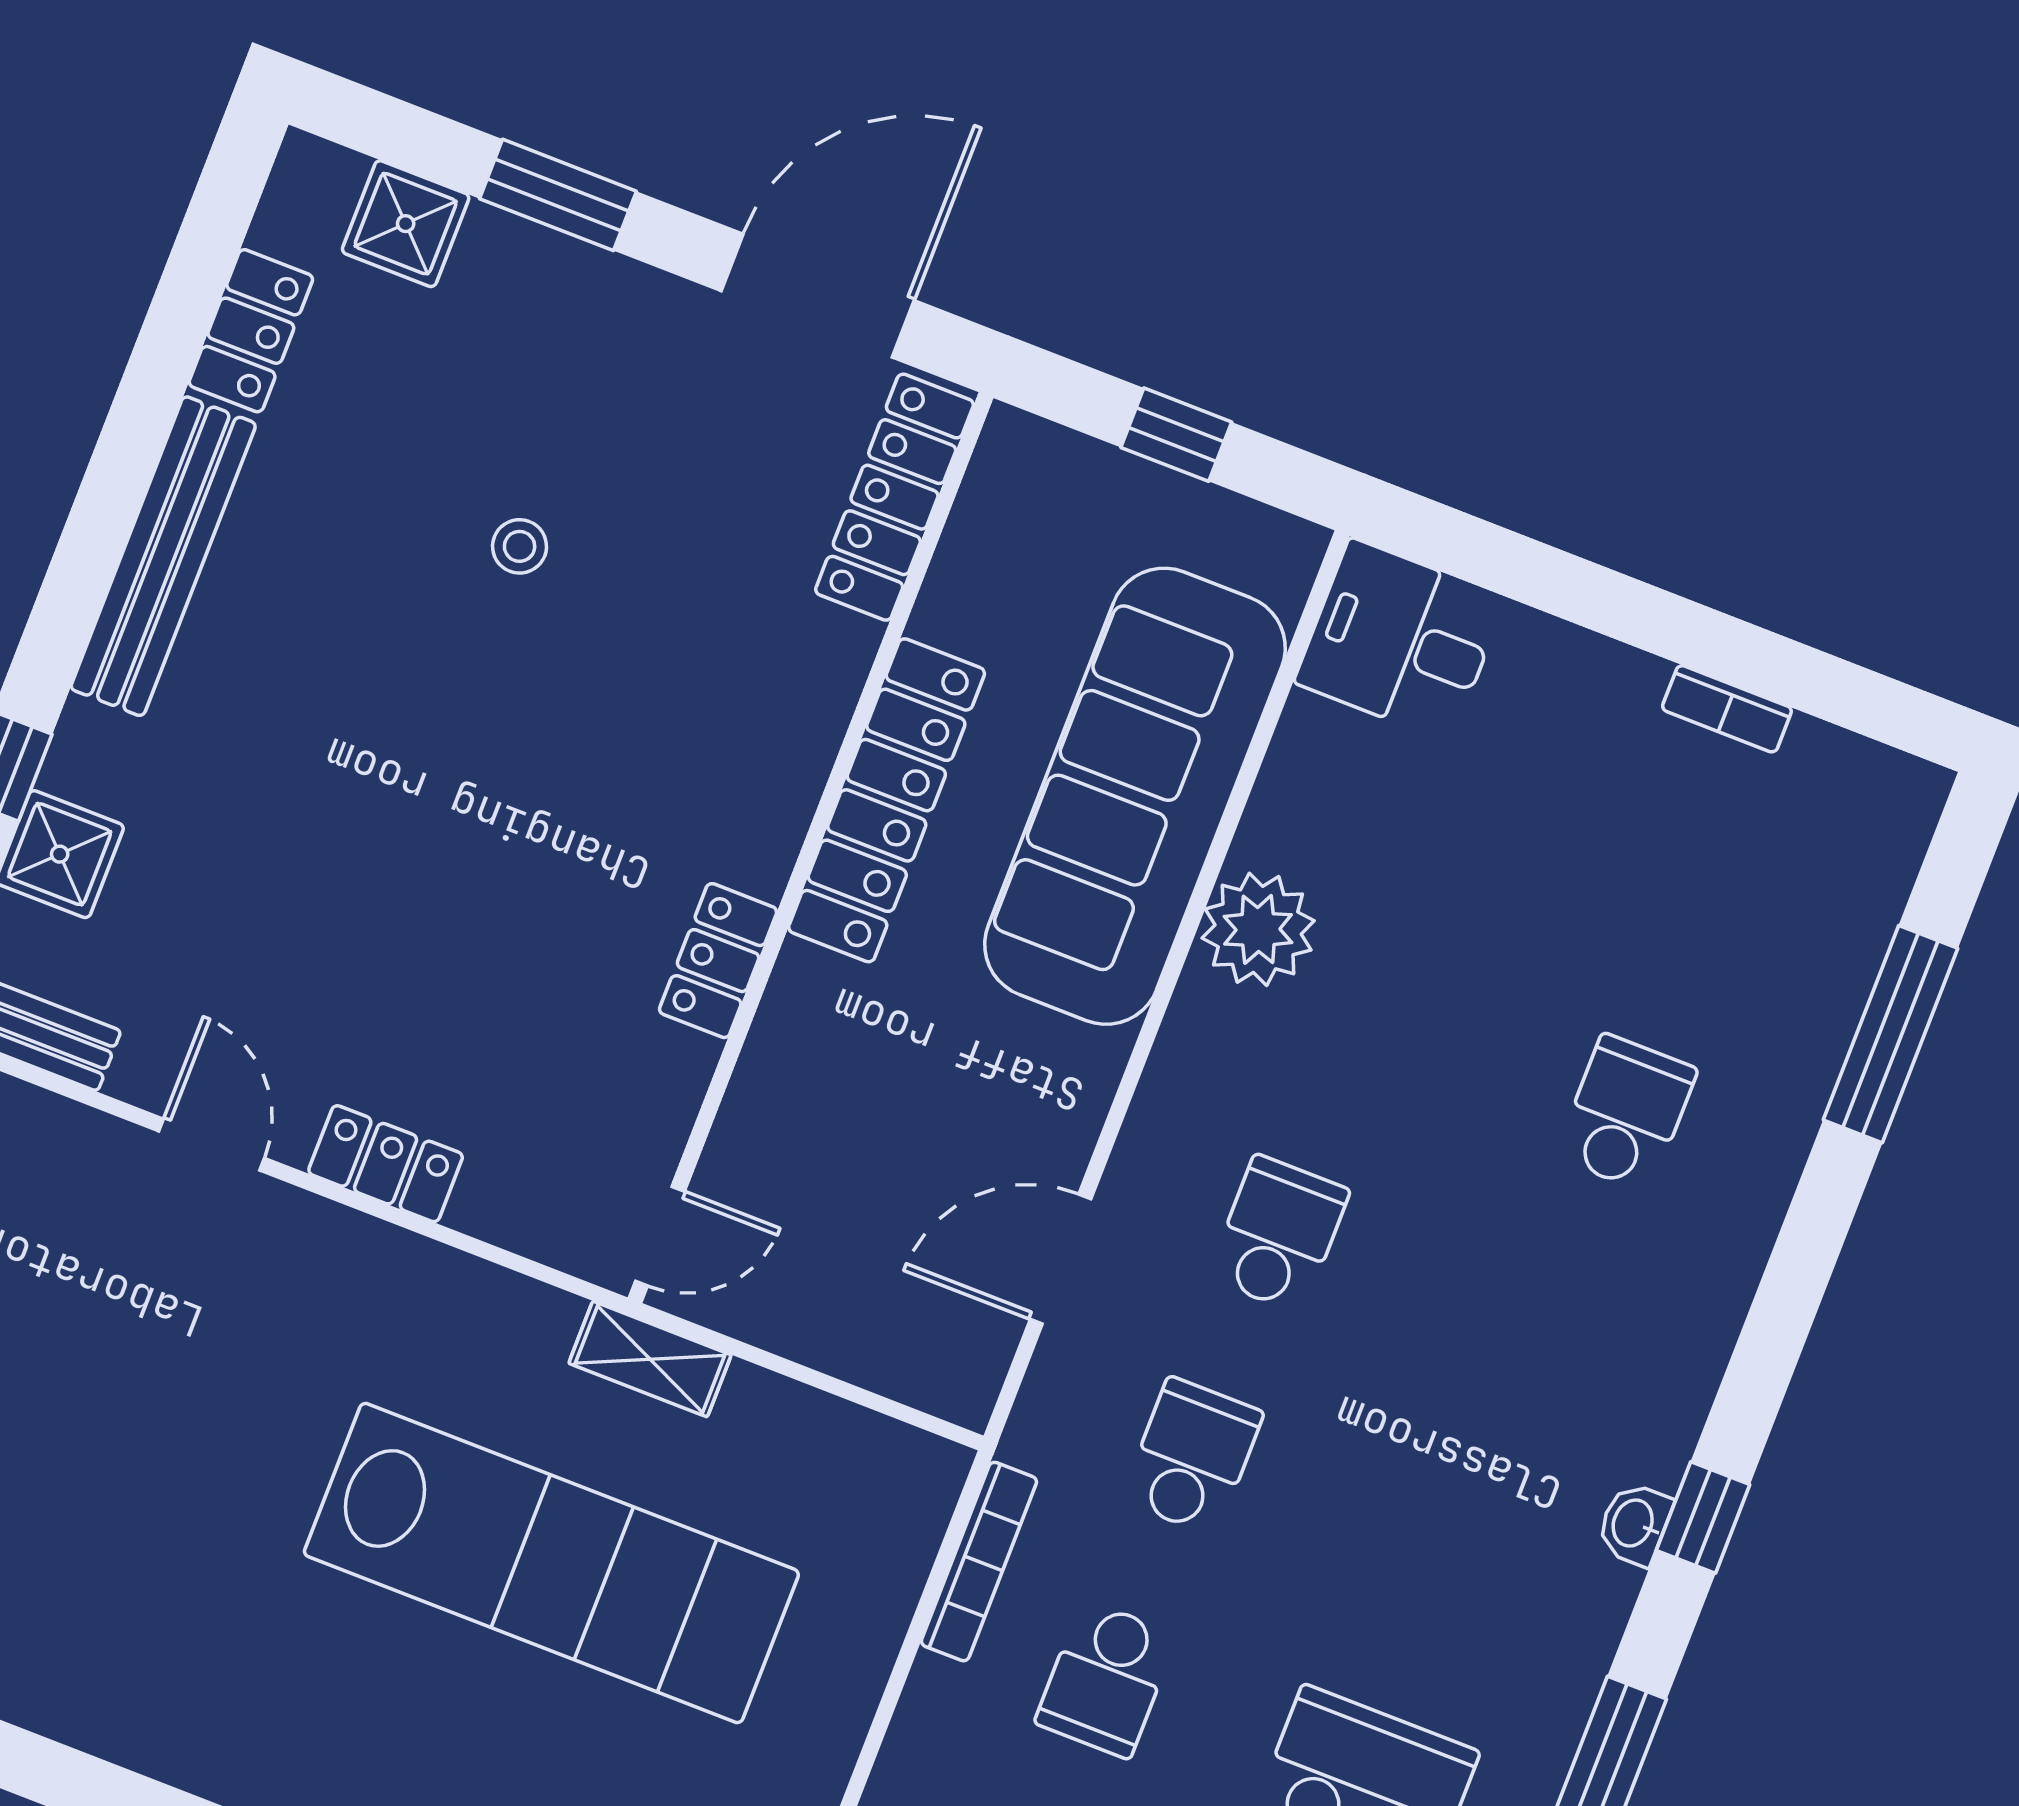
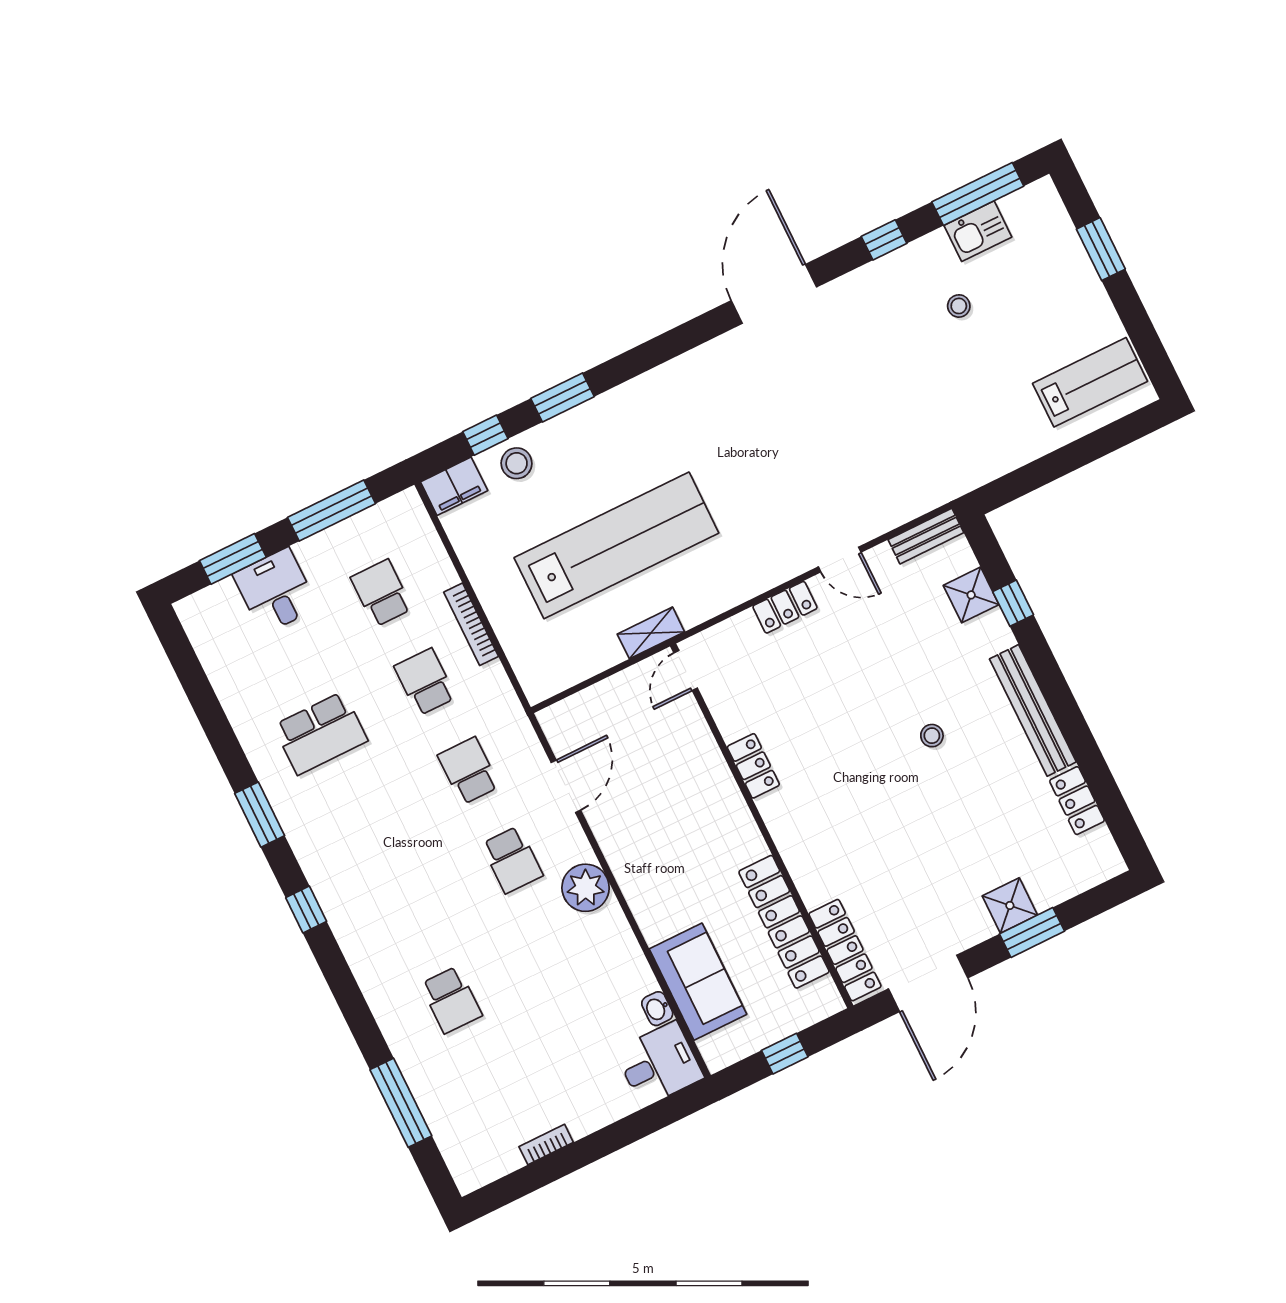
shower: (406, 224) -> (1010, 905), moved
stool: (520, 546) -> (932, 736), moved
sofa: (1135, 796) -> (698, 982), width x0.54, depth x0.79
locker: (887, 800) -> (784, 922), moved
plant: (1258, 929) -> (586, 888), moved
school desk: (1192, 1457) -> (469, 771), turned 180
washbasin: (1634, 1524) -> (657, 1009), moved, turned 180
bookcase: (979, 1562) -> (471, 624), moved
lab bench: (551, 1563) -> (616, 545), turned 180

